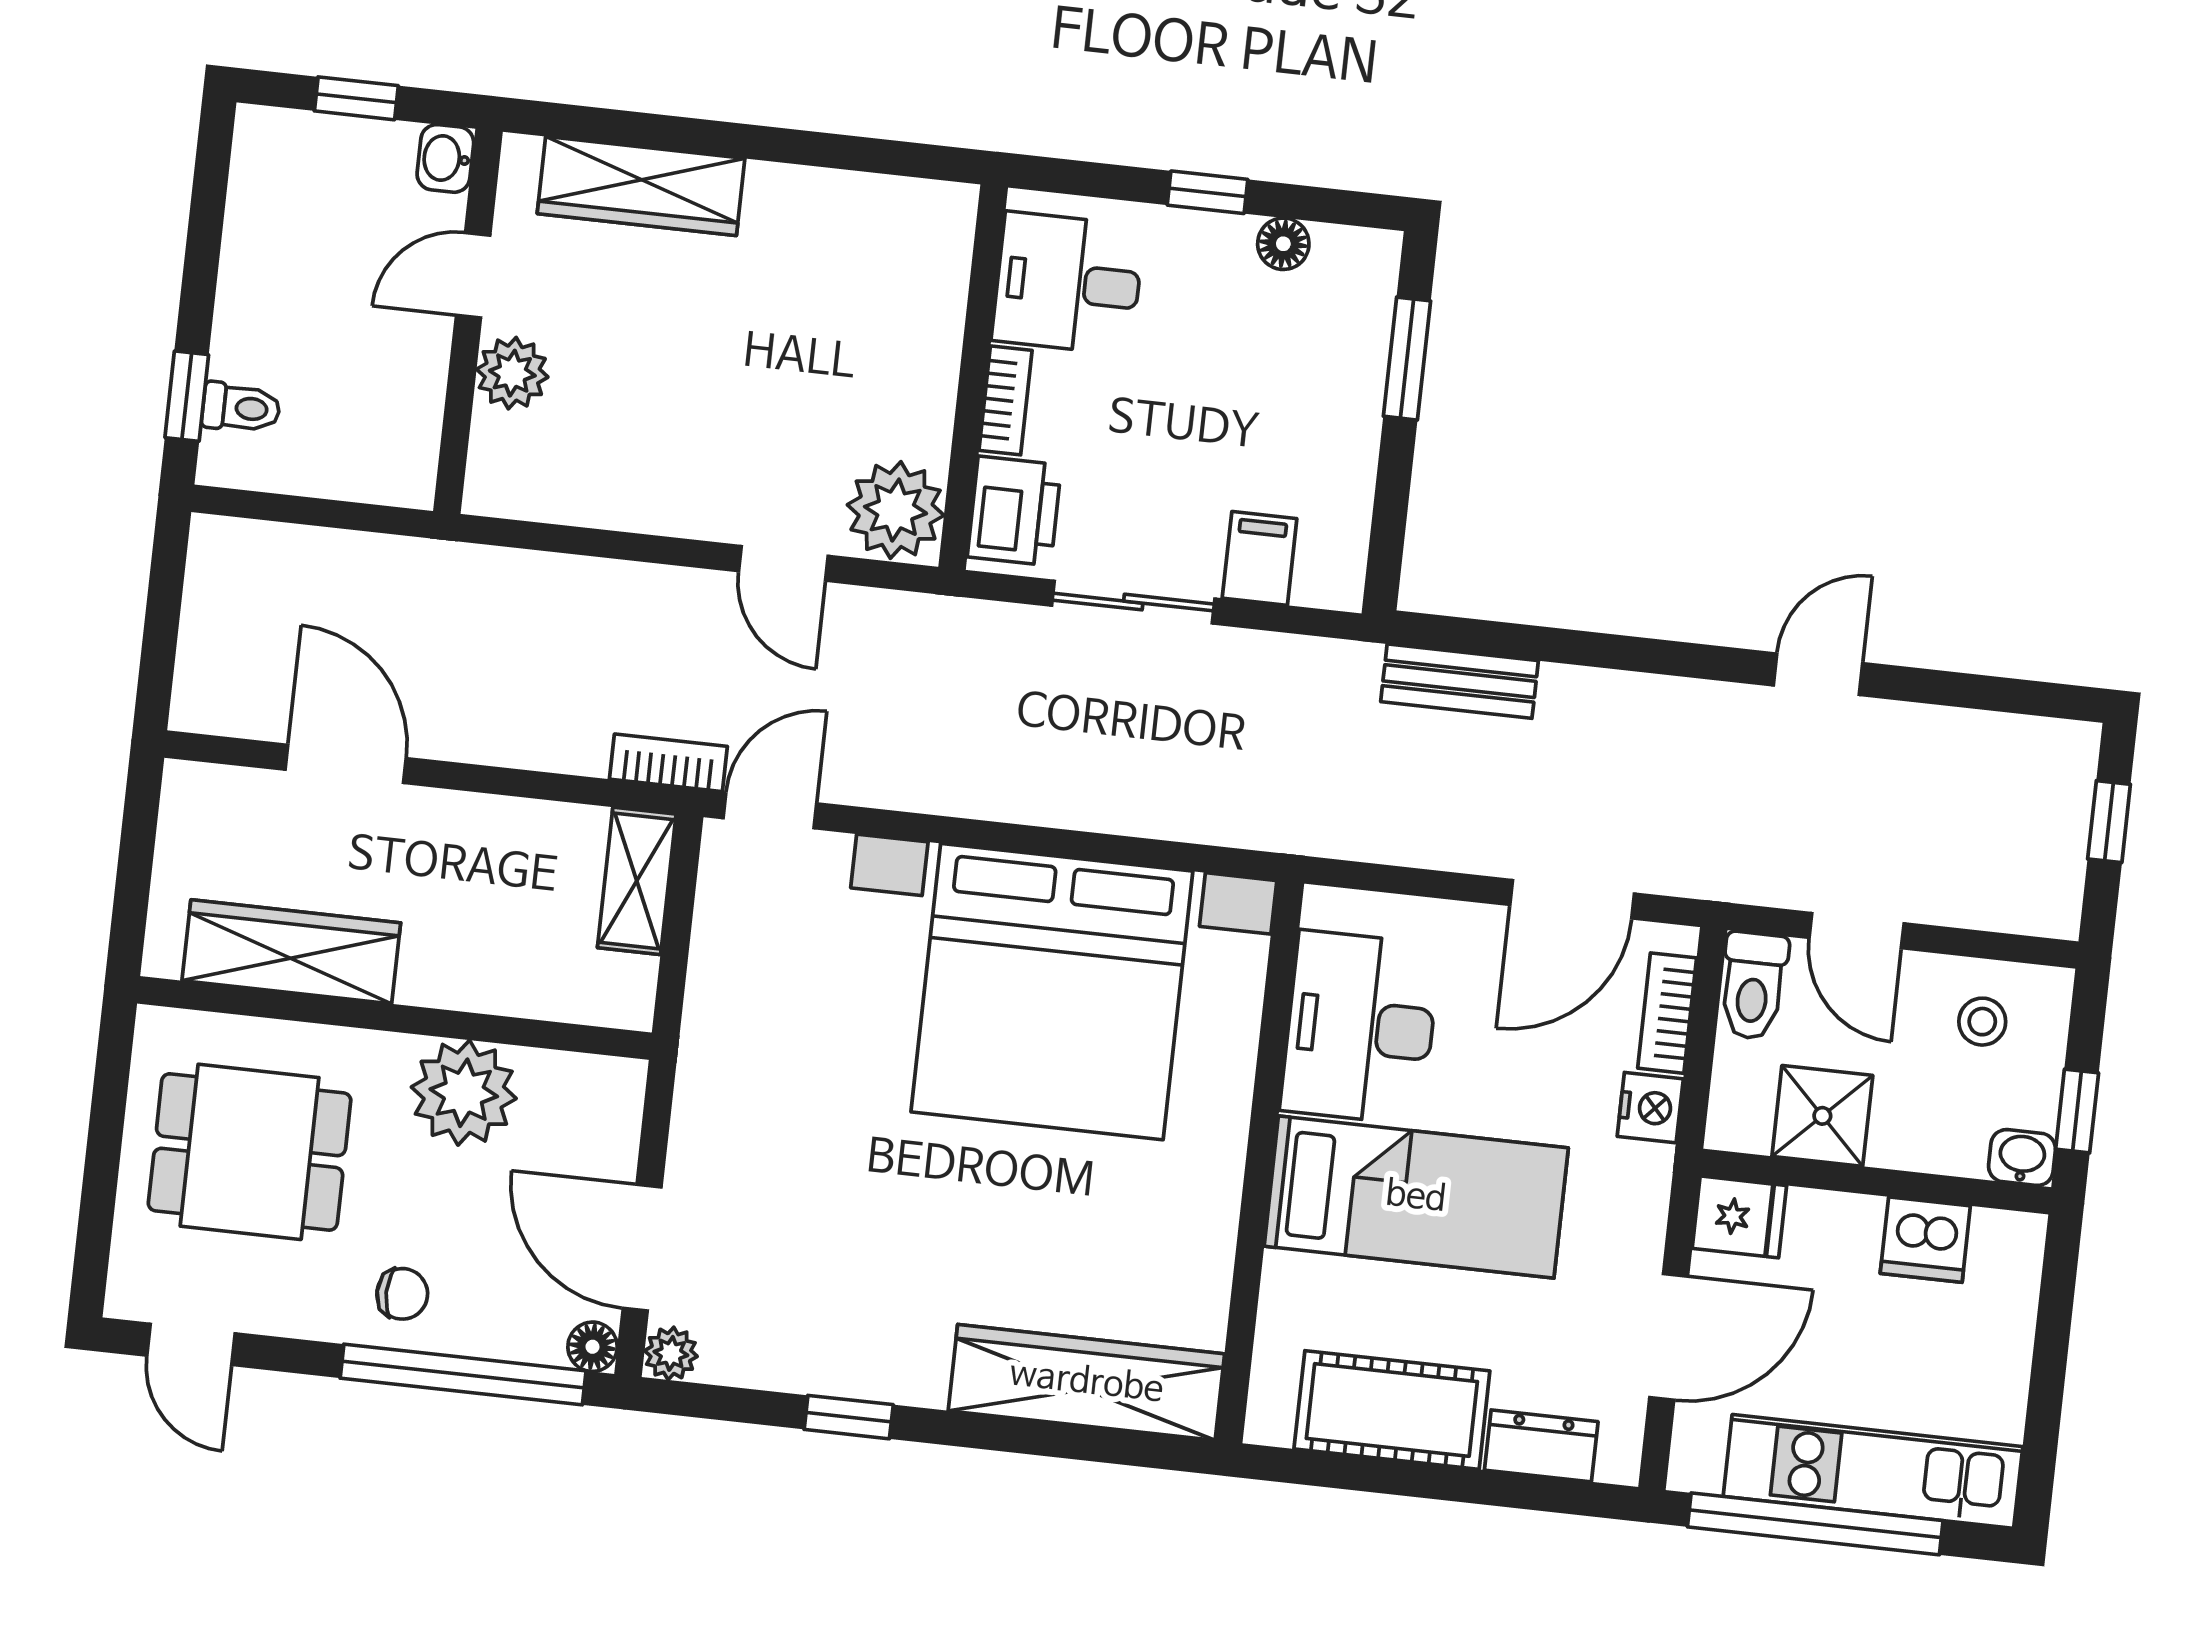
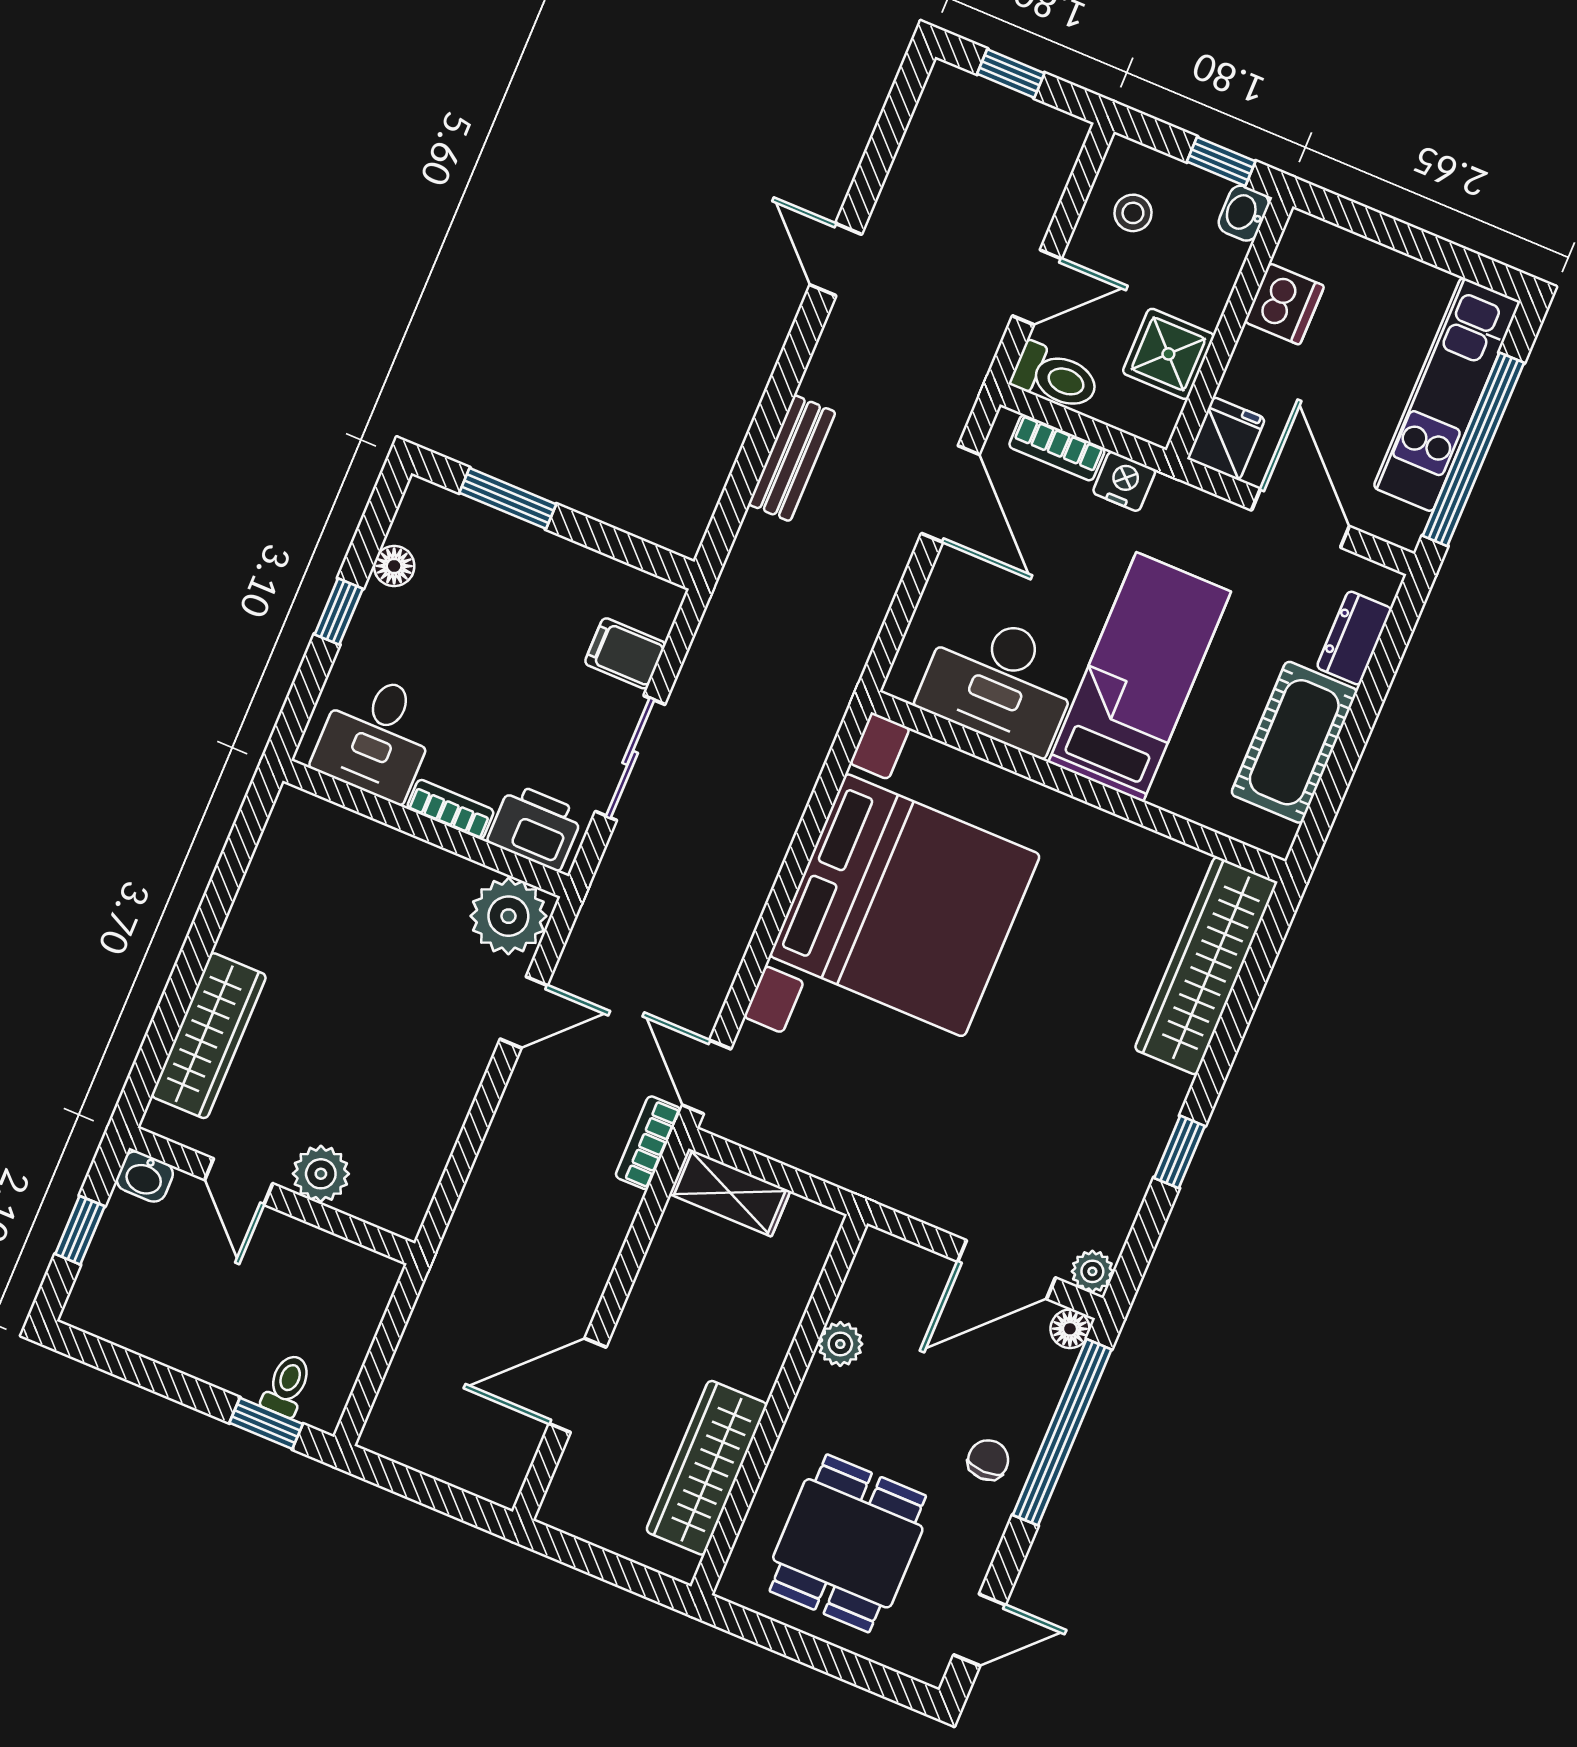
bench: (1460, 681) -> (792, 458), moved
plant: (464, 1093) -> (840, 1344), width x0.53, depth x0.53

